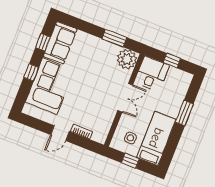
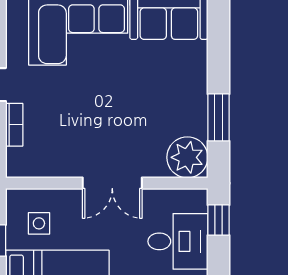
window: (172, 61) -> (218, 220), moved
desk: (152, 74) -> (178, 241), moved

